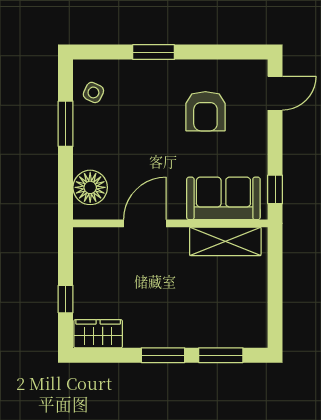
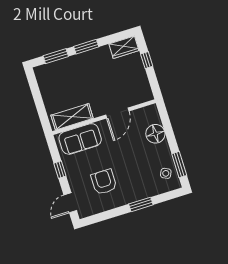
window: (66, 124) -> (179, 165), moved
floor lamp: (90, 187) -> (155, 134), moved
window: (275, 189) -> (60, 170), moved

